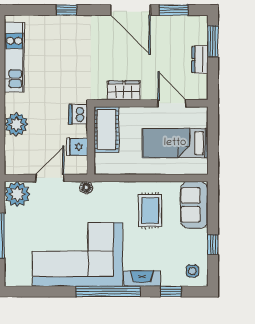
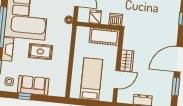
wardrobe: (124, 90) -> (127, 61), moved
sofa: (194, 205) -> (33, 85), moved
rug: (150, 210) -> (40, 51), moved

